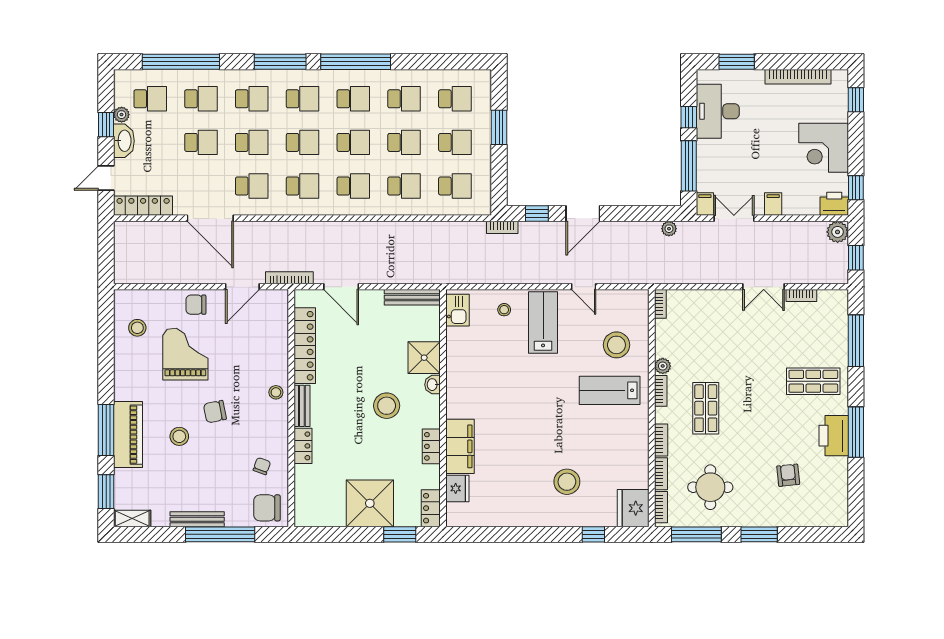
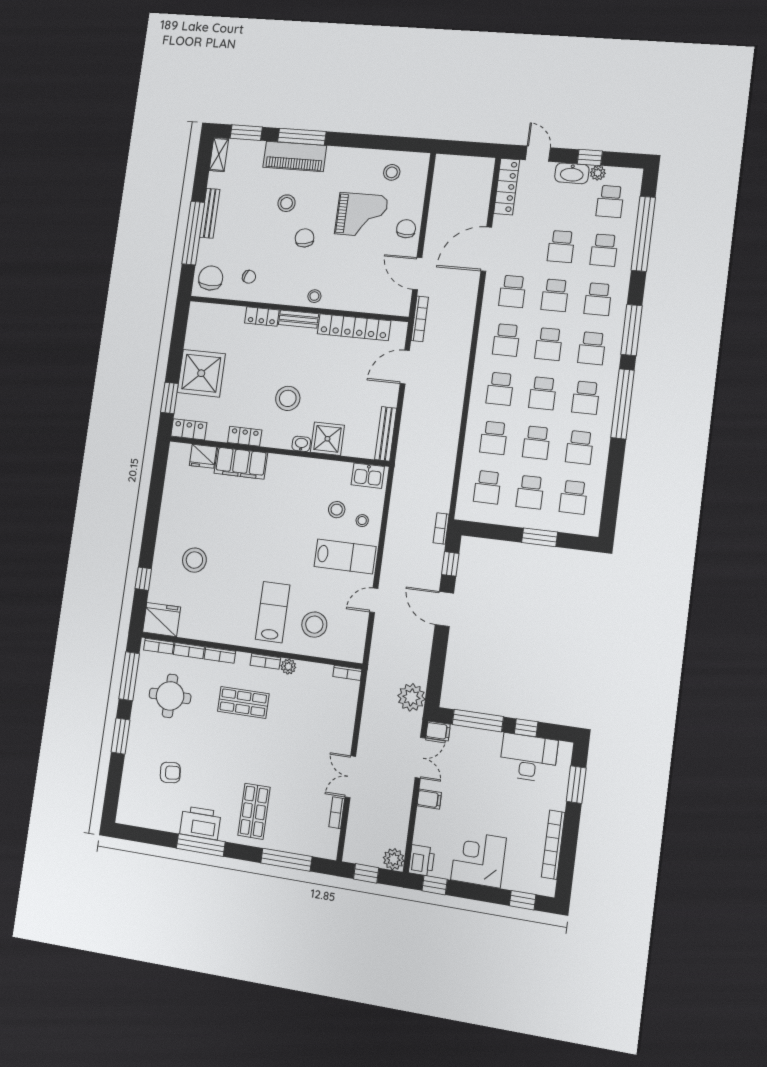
plant: (669, 229) -> (411, 697), width x1.88, depth x1.88
stool: (496, 338) -> (337, 510), added

